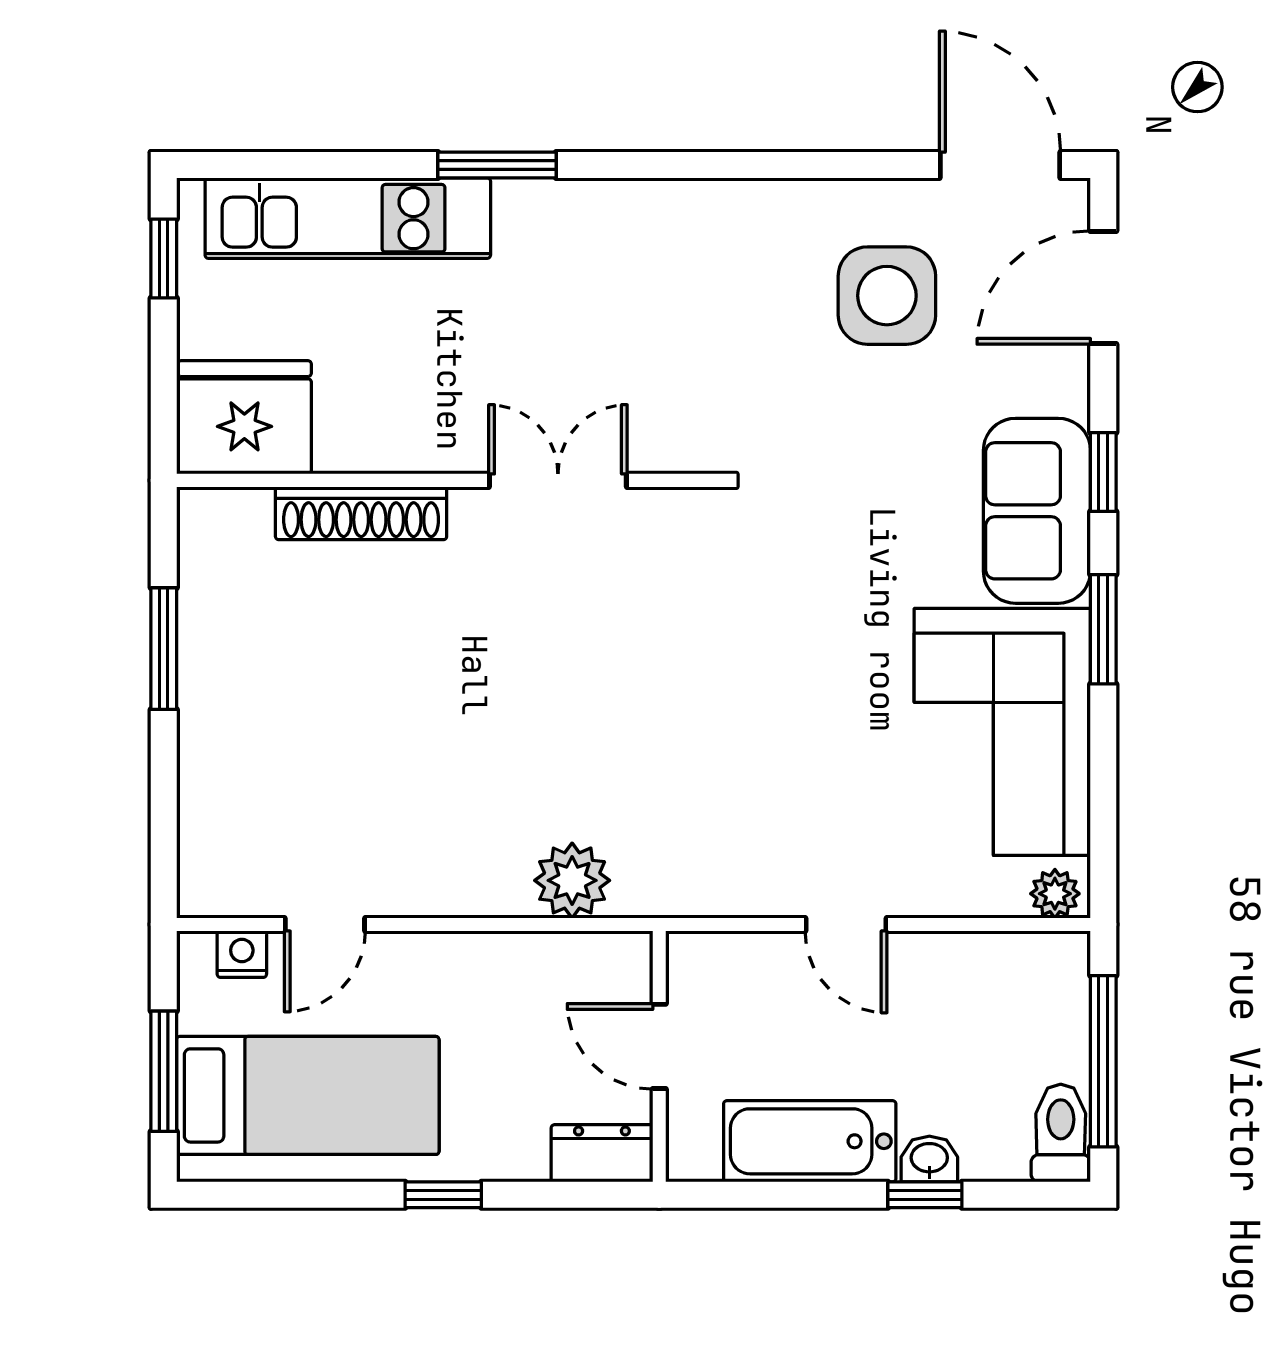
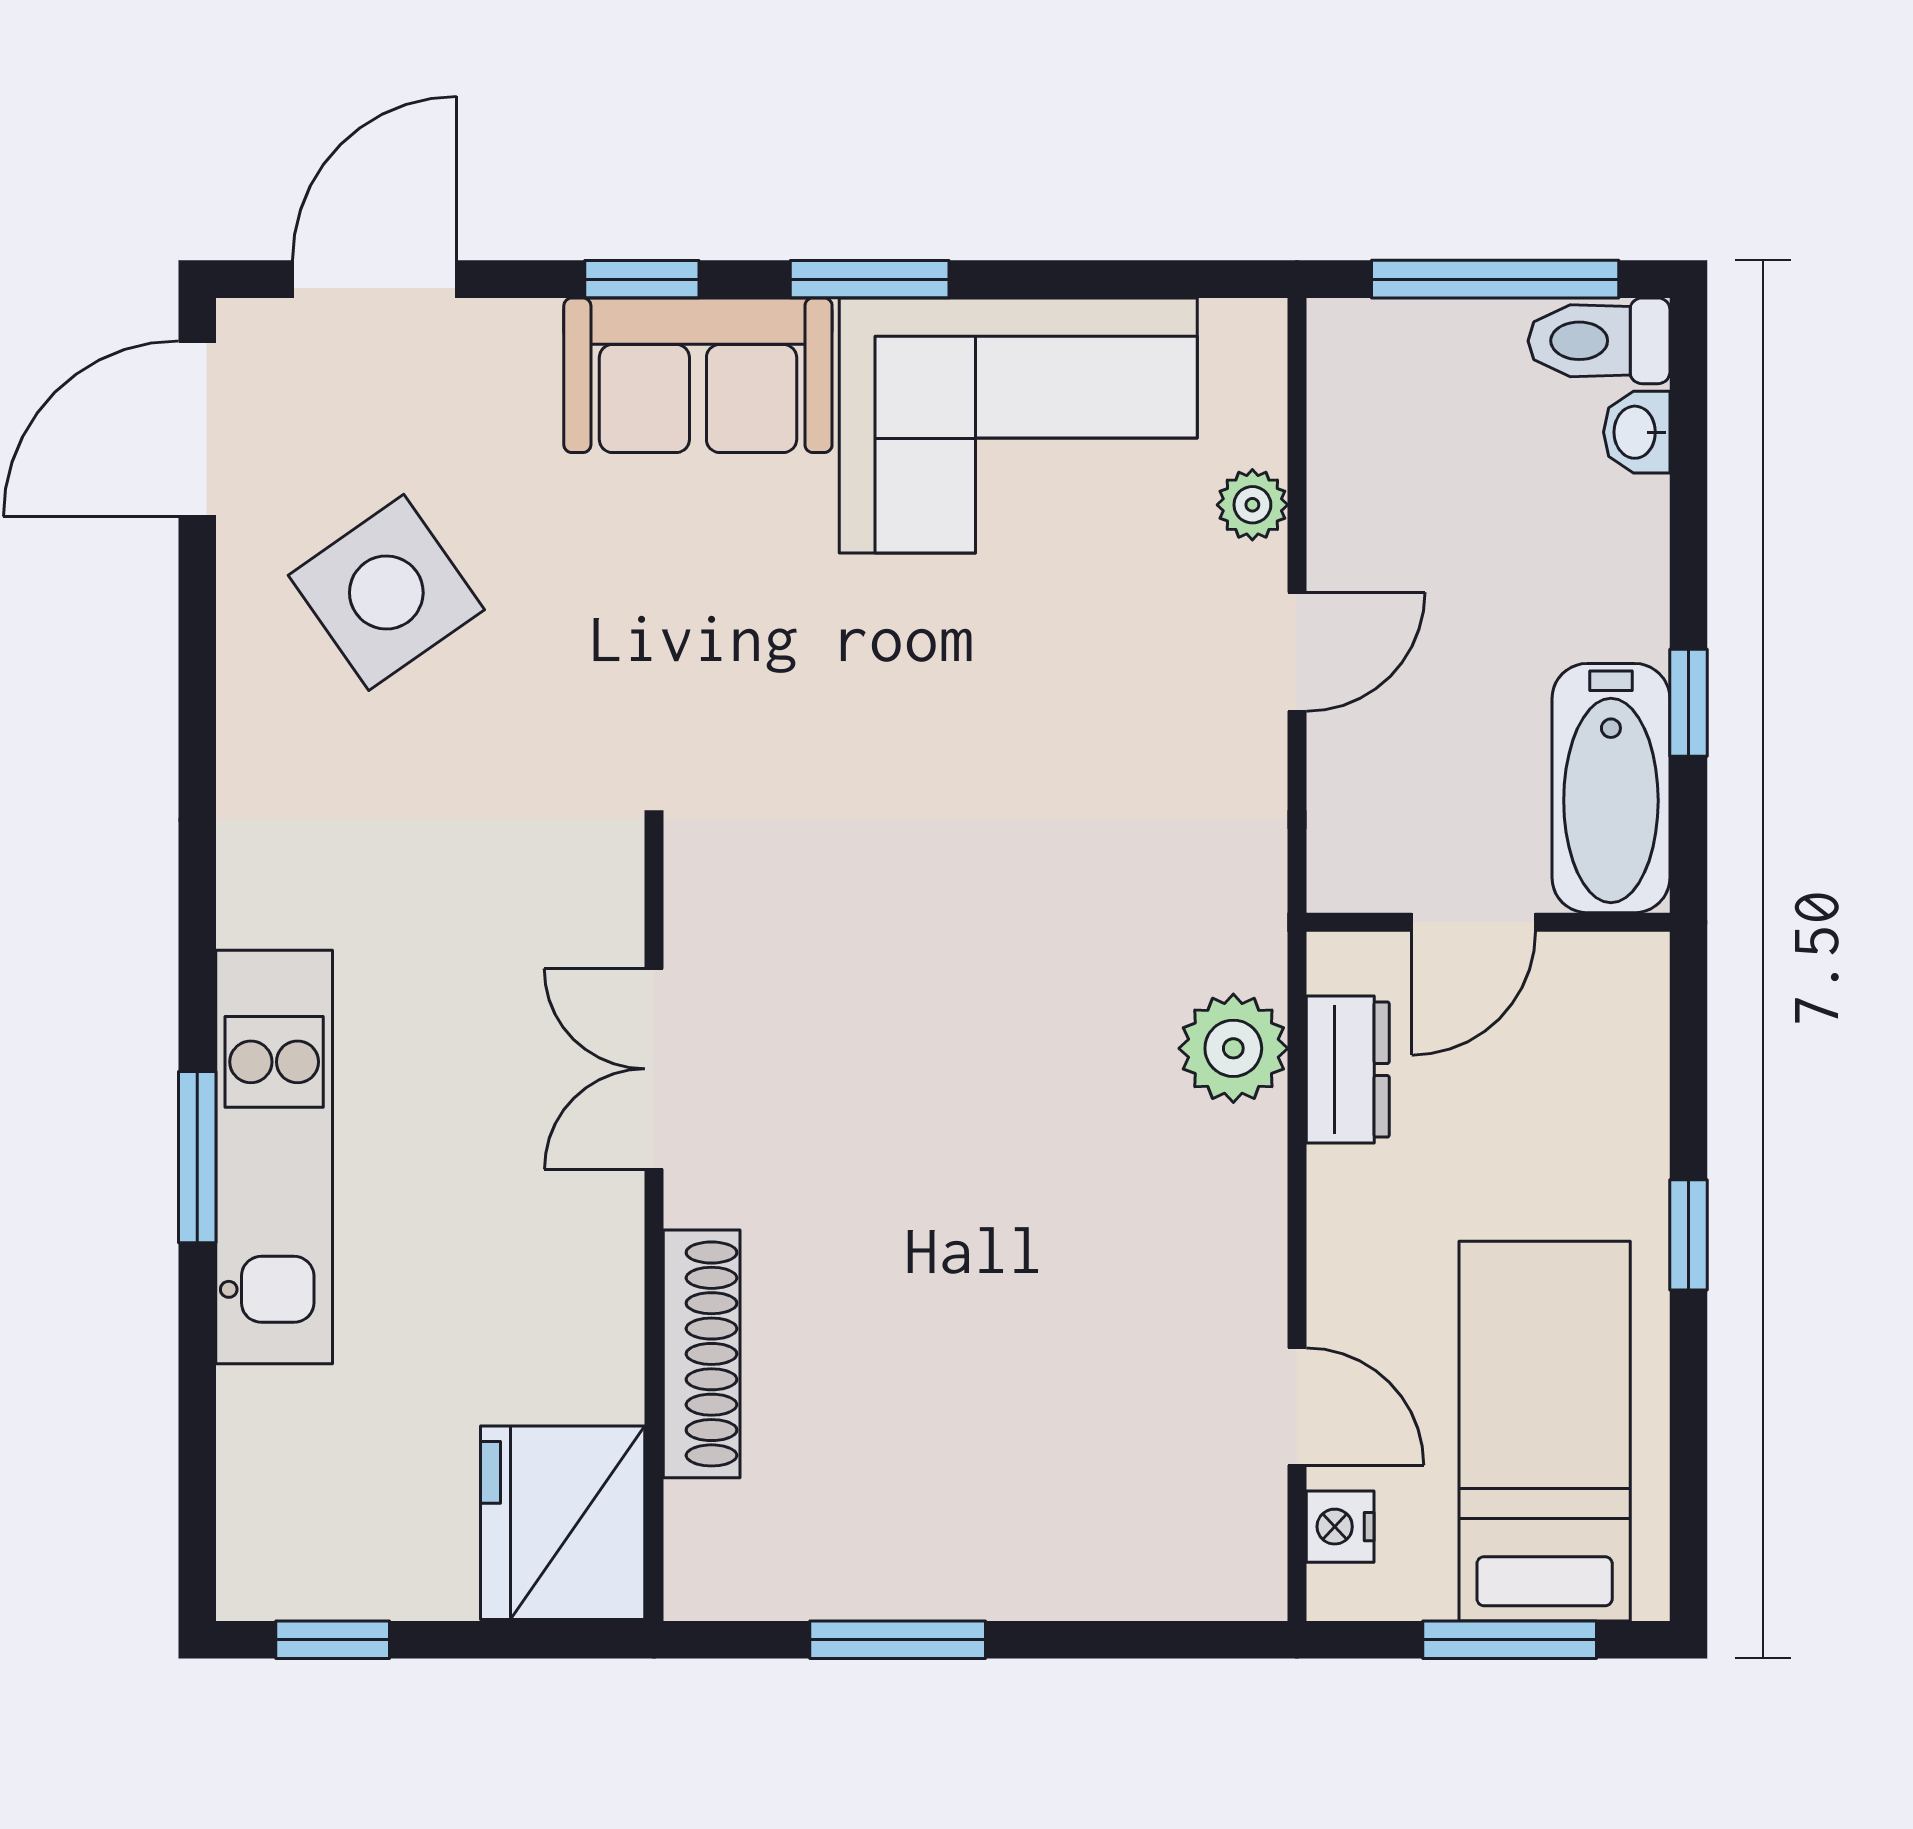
kitchen unit: (348, 218) -> (274, 1157), moved
door: (1103, 287) -> (375, 279), swing flipped
side table: (887, 296) -> (386, 592), turned -35
plant: (1055, 894) -> (1252, 505), moved
bathtub: (810, 1141) -> (1611, 788), moved
dresser: (602, 1153) -> (1348, 1070), moved, turned 180
washbasin: (929, 1159) -> (1637, 432), moved
window: (925, 1195) -> (1688, 703), moved

